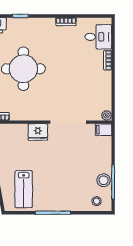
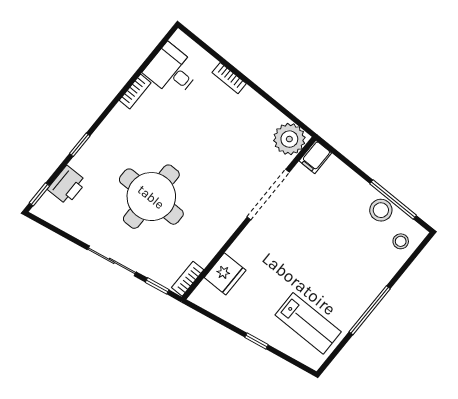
desk: (98, 37) -> (172, 71), moved, turned -90
plant: (106, 115) -> (289, 139), width x1.88, depth x1.88
fridge: (38, 132) -> (225, 274), moved

